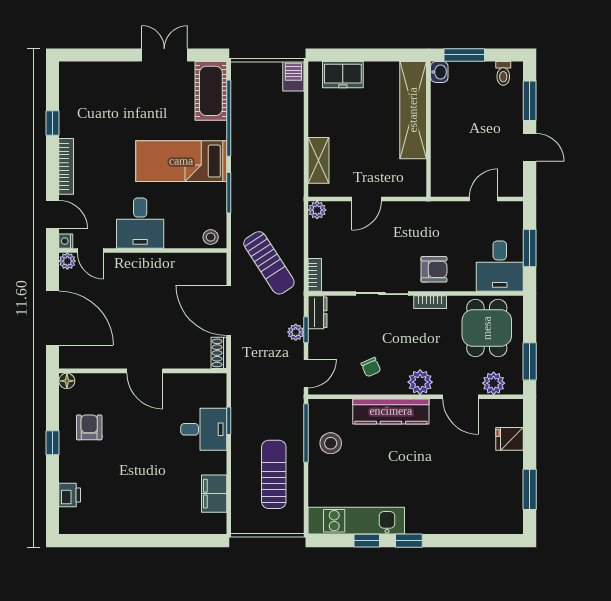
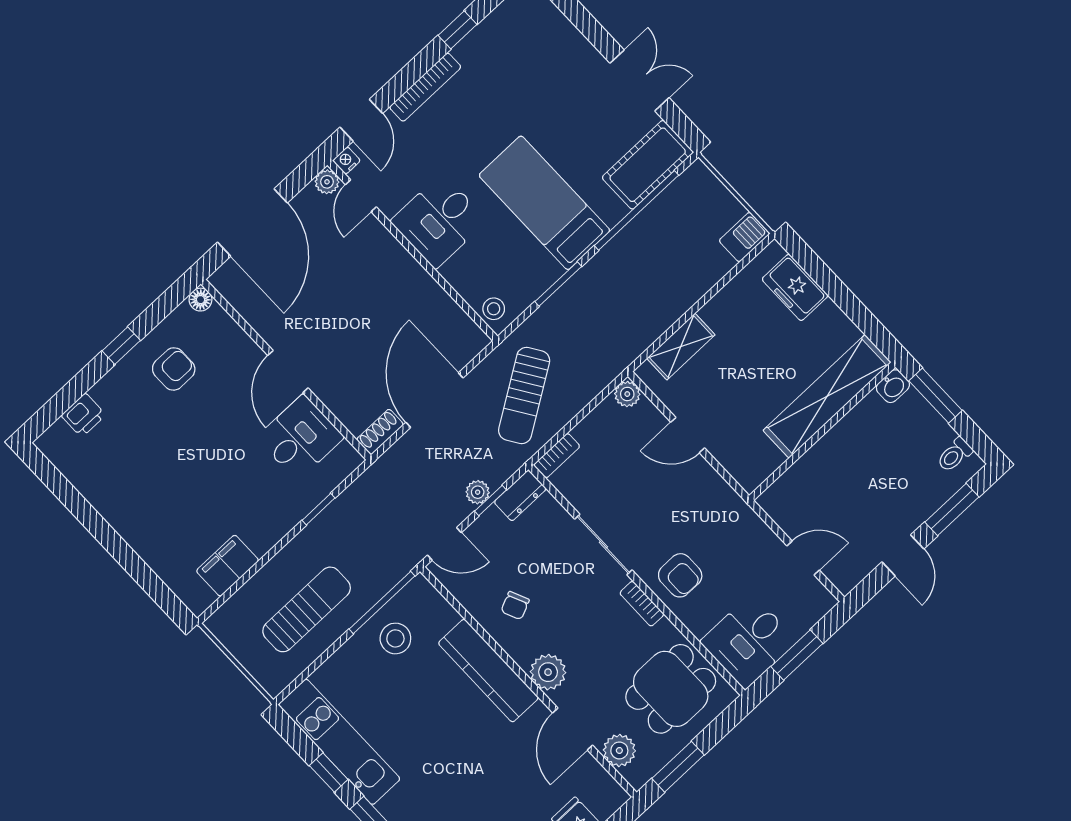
desk: (204, 429) -> (300, 437), moved, turned -90

